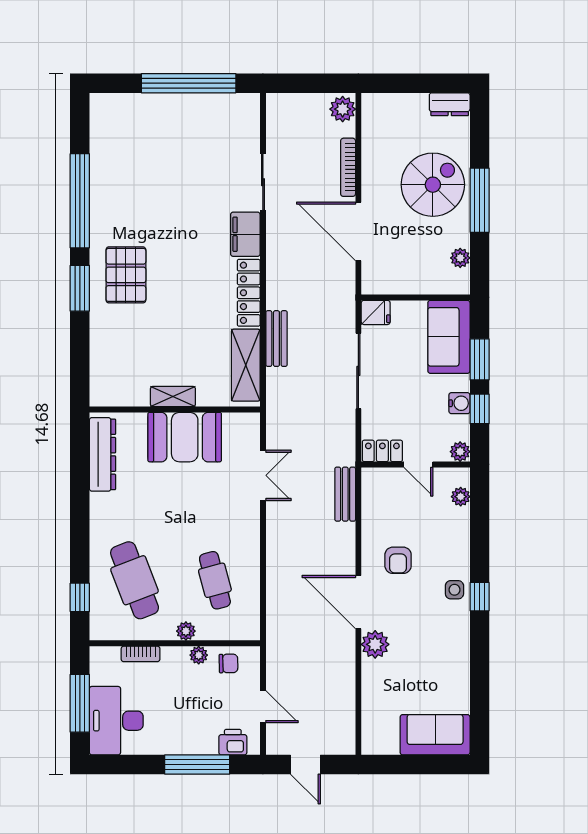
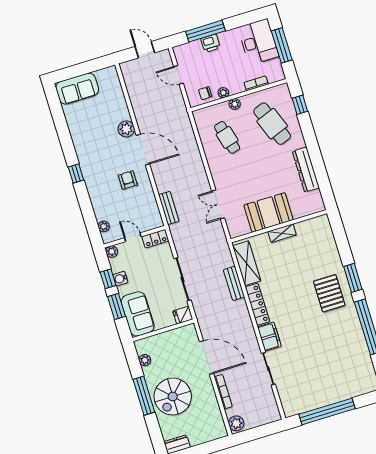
dresser: (102, 454) -> (306, 170), moved
side table: (454, 590) -> (91, 173), removed
printer: (233, 742) -> (211, 43), moved

